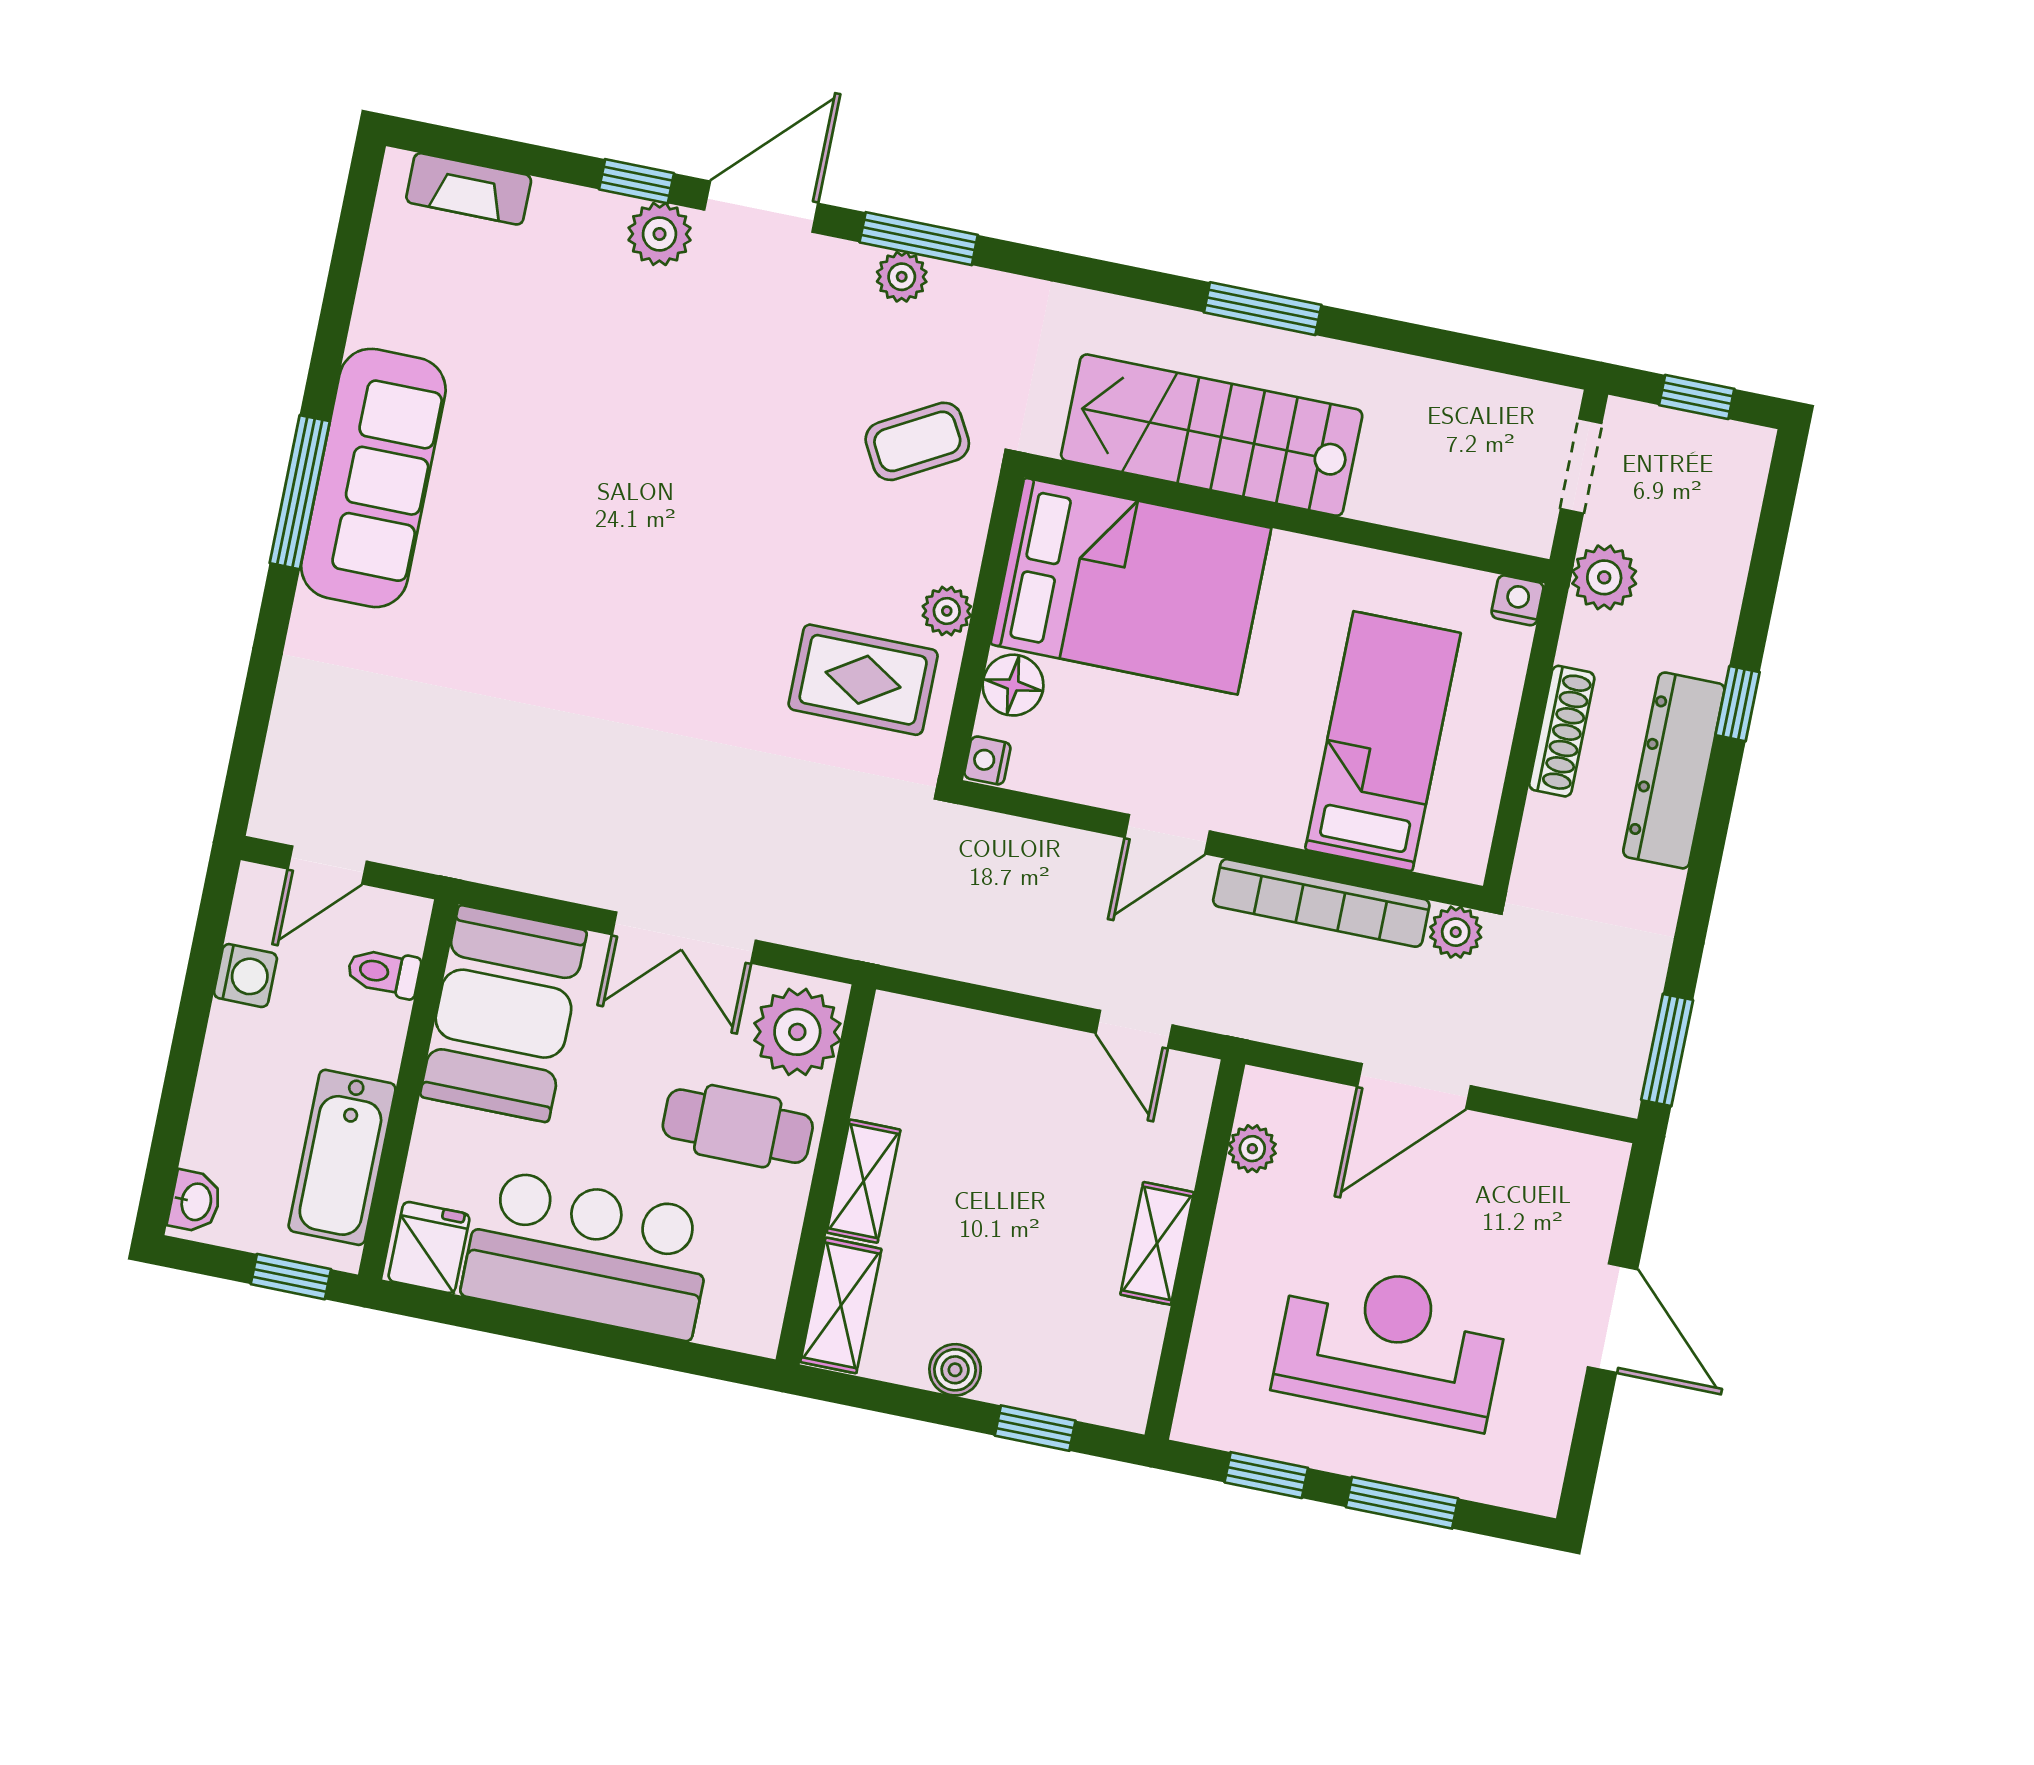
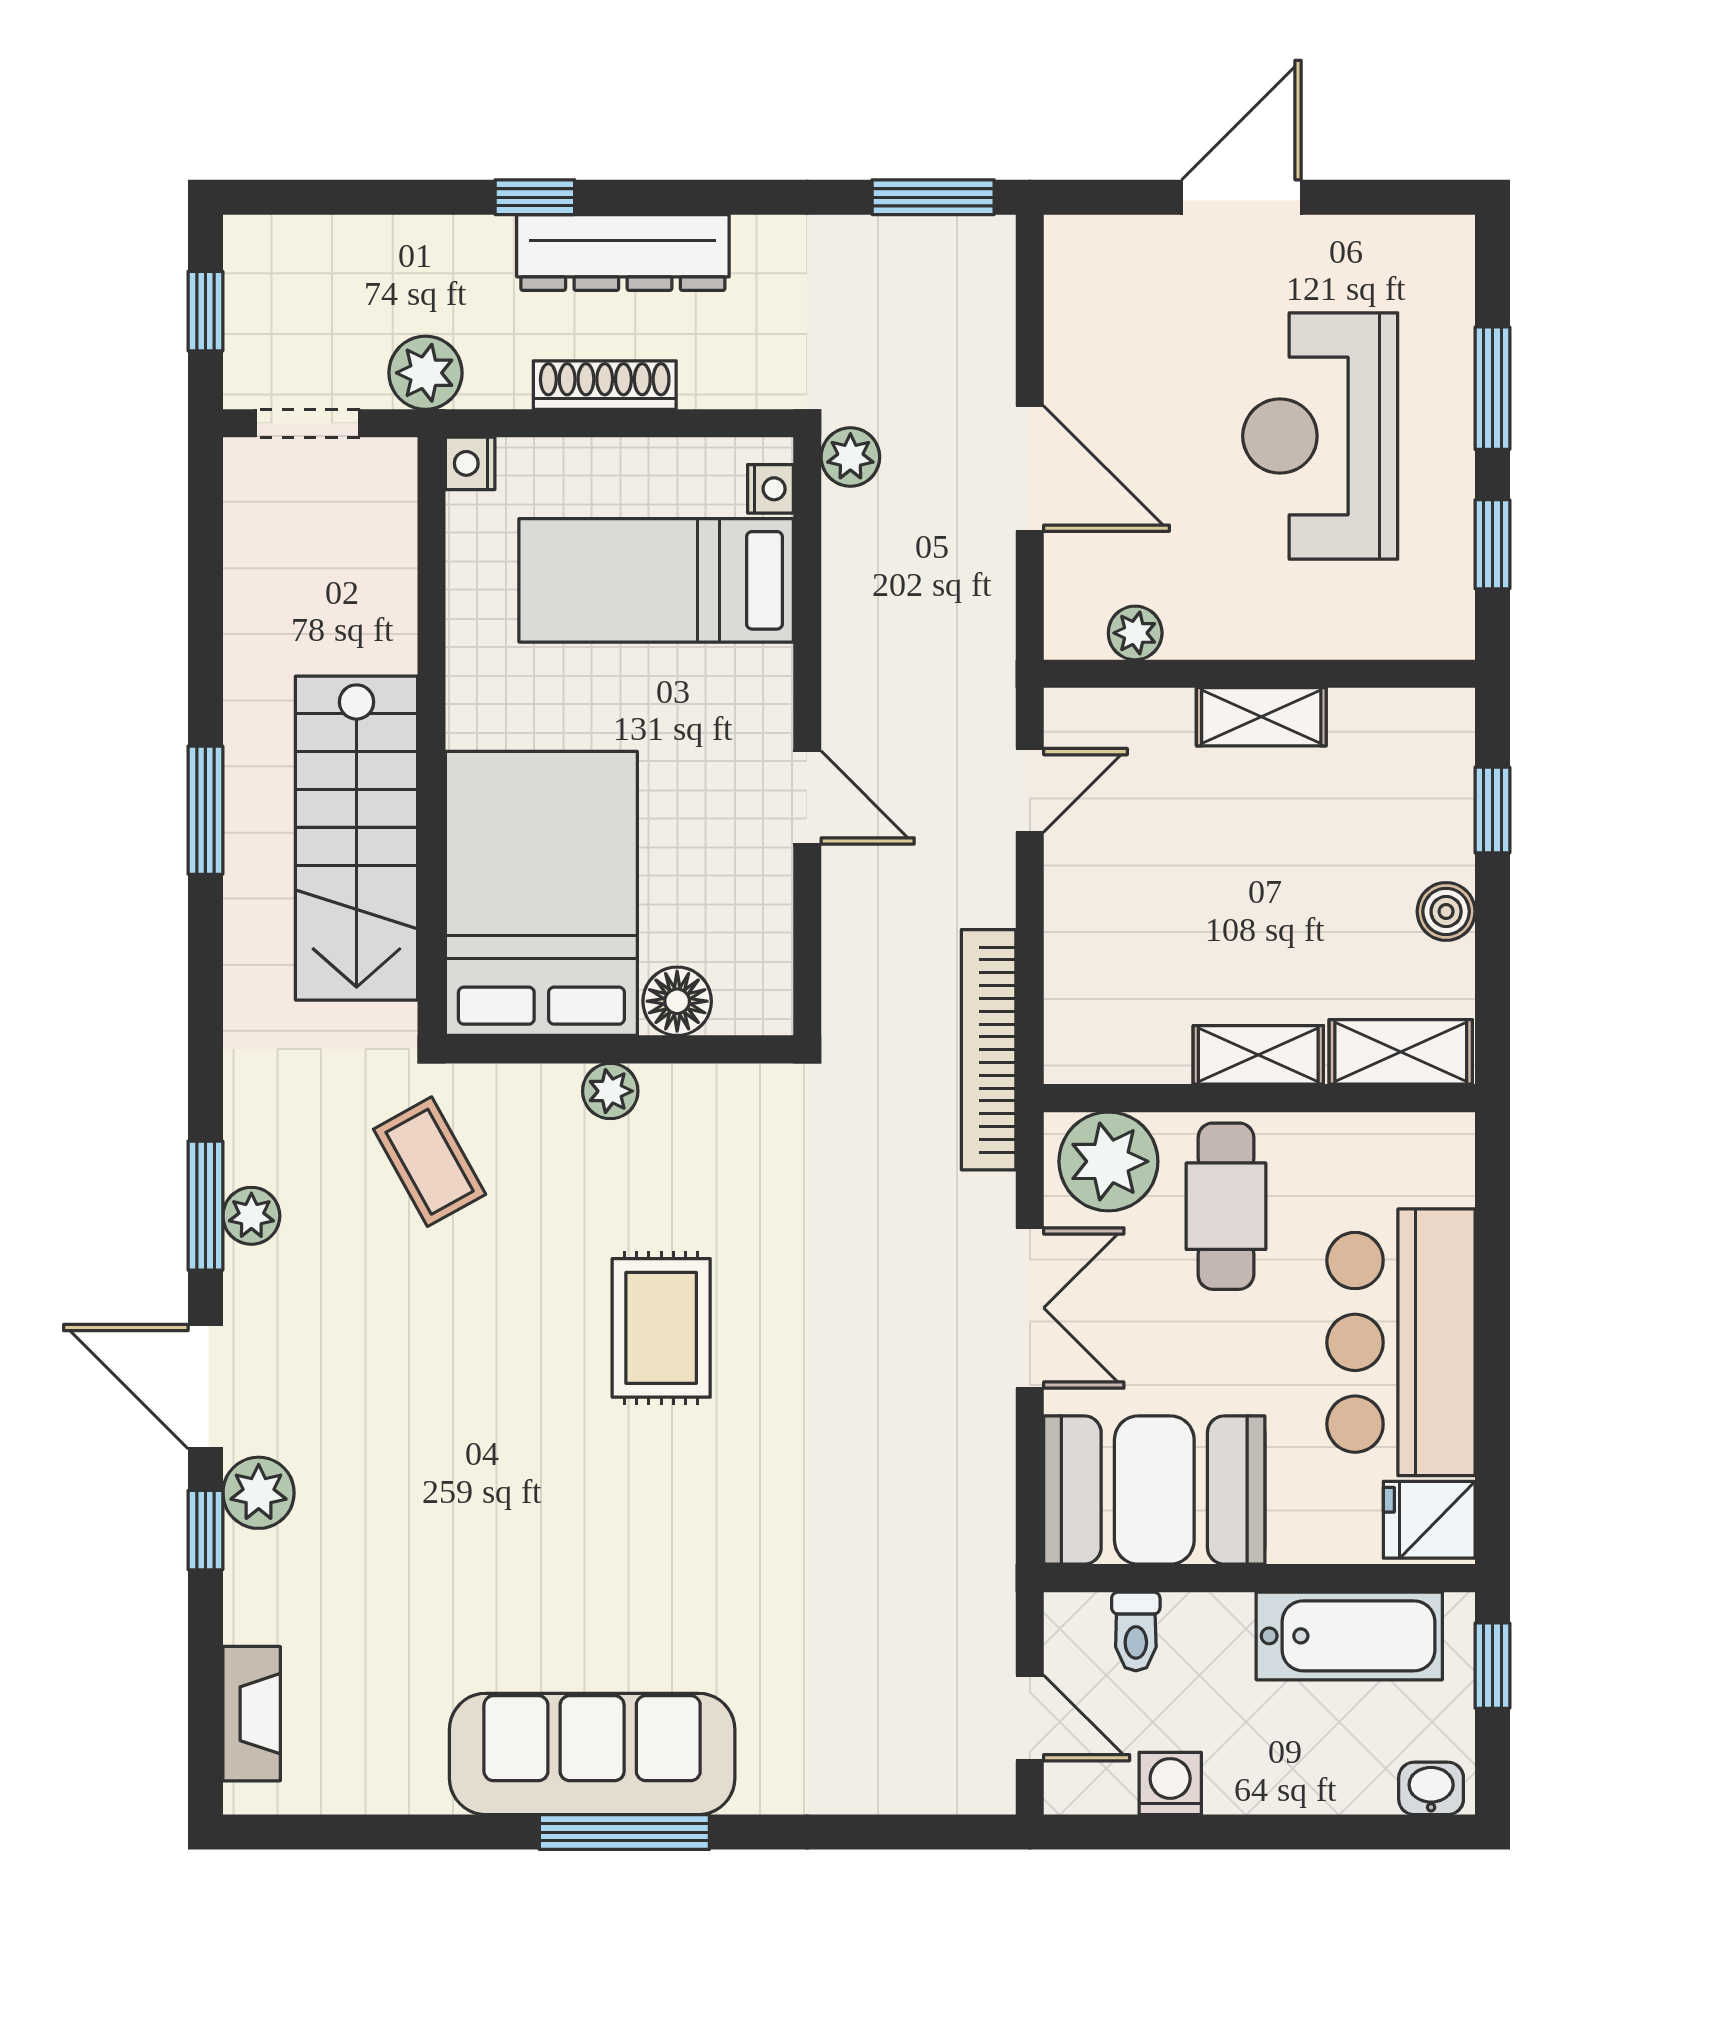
rug: (863, 680) -> (661, 1328), moved
nightstand: (987, 760) -> (770, 489), moved, turned -90
bookcase: (1321, 903) -> (989, 1050), moved, turned 180

